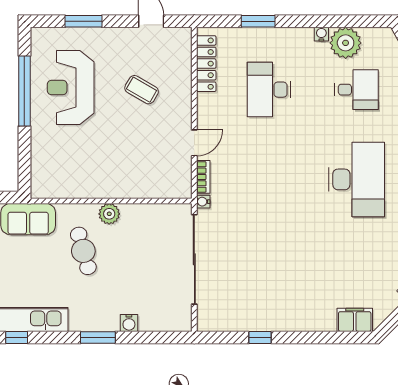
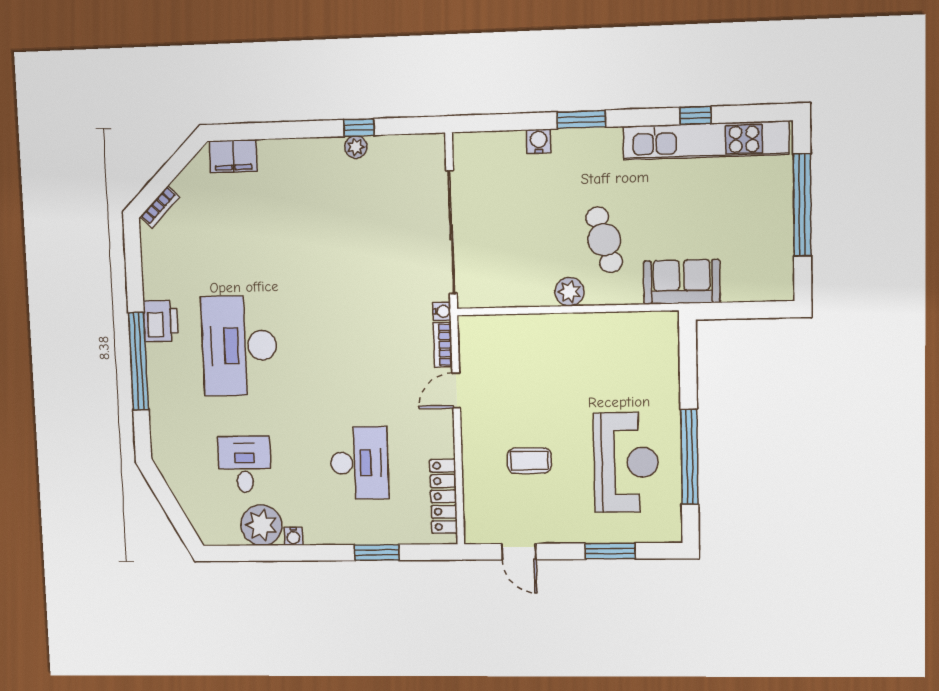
coffee table: (142, 90) -> (529, 461), turned -30
desk: (356, 90) -> (245, 464), turned 90
plant: (263, 323) -> (356, 147), added

